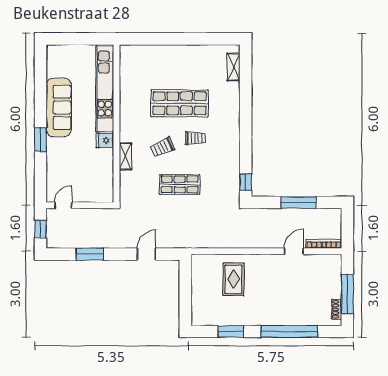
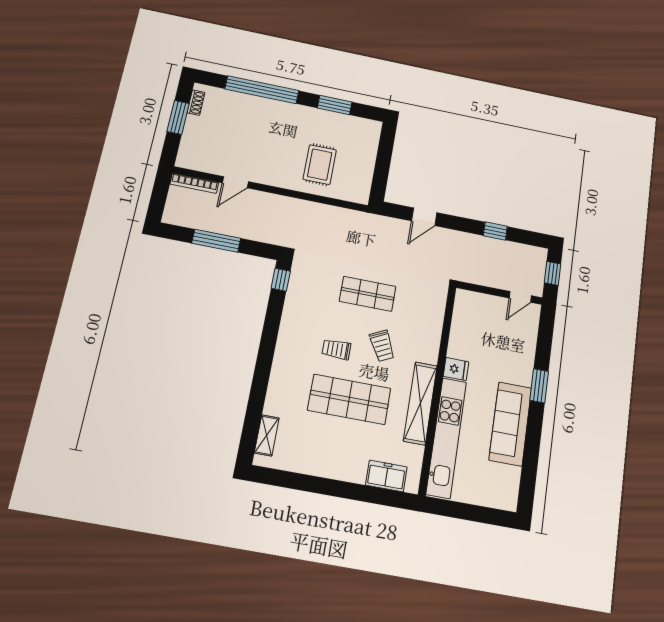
freezer: (144, 54) -> (386, 476), added
trolley: (162, 147) -> (382, 346), turned 88
shelving: (125, 156) -> (420, 403), moved, width x2.20, depth x1.33
window: (90, 254) -> (495, 231), width x0.67
window: (347, 294) -> (178, 117), width x0.69

